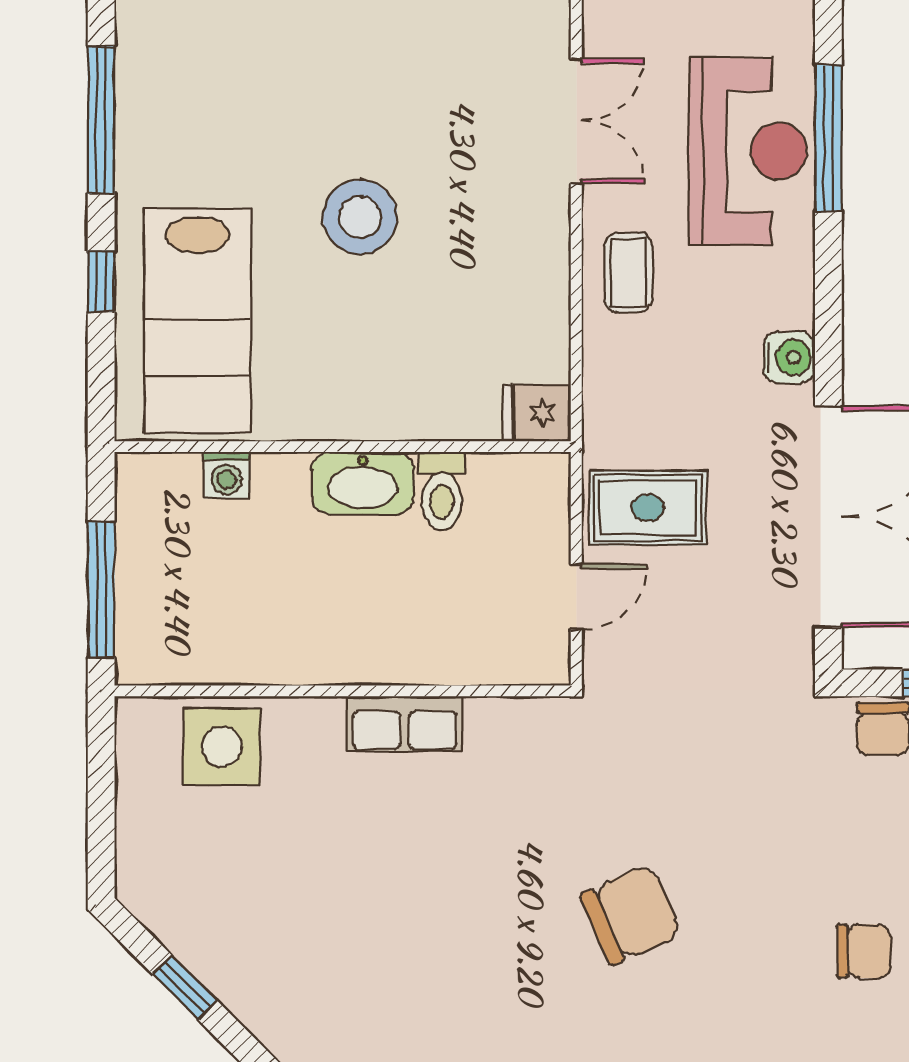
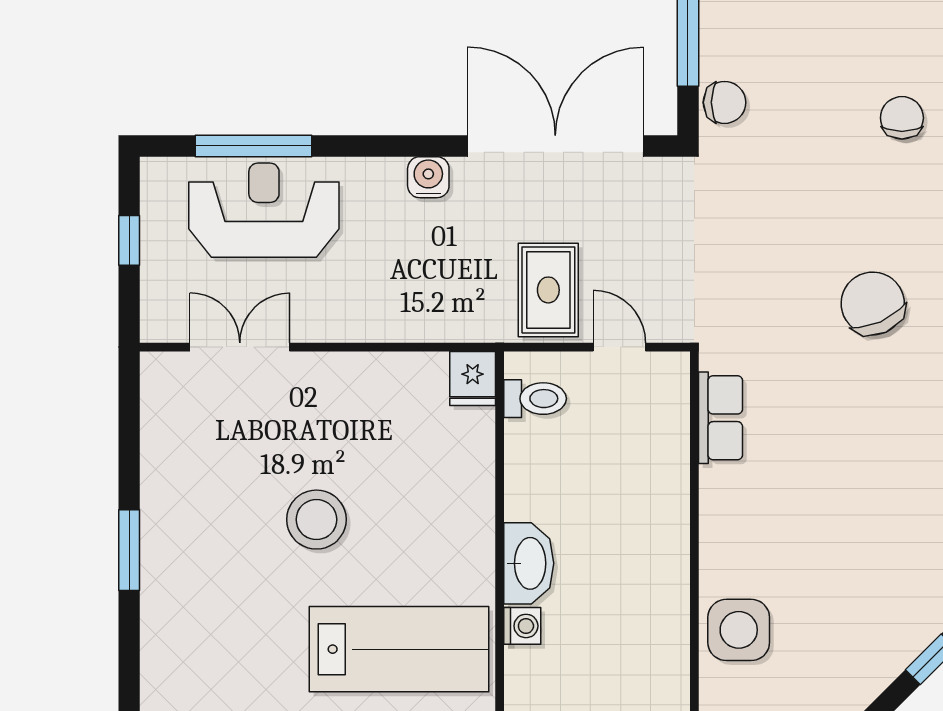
coffee table: (628, 273) -> (361, 306), removed
washbasin: (363, 483) -> (529, 563), moved
toilet: (442, 491) -> (535, 399), moved
row of seats: (405, 724) -> (720, 418), moved

